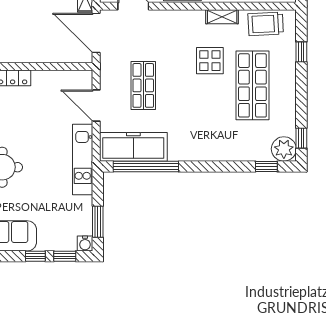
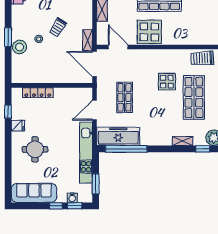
shelving: (222, 17) -> (183, 141), moved
door: (96, 105) -> (95, 110), hinge flipped
kitchen unit: (83, 160) -> (86, 153), width x1.36
water cooler: (85, 243) -> (72, 198), moved

